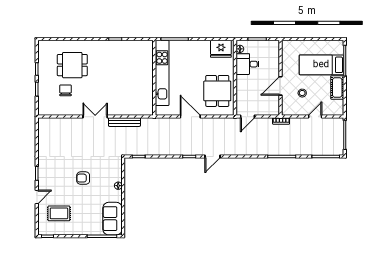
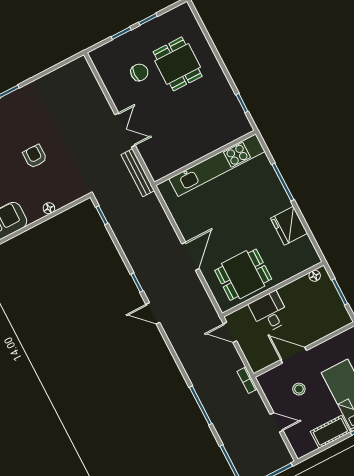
fridge: (221, 49) -> (289, 226), moved
desk: (248, 64) -> (269, 312), moved
kitchen unit: (162, 73) -> (217, 165), moved
wall: (154, 78) -> (205, 158), moved

